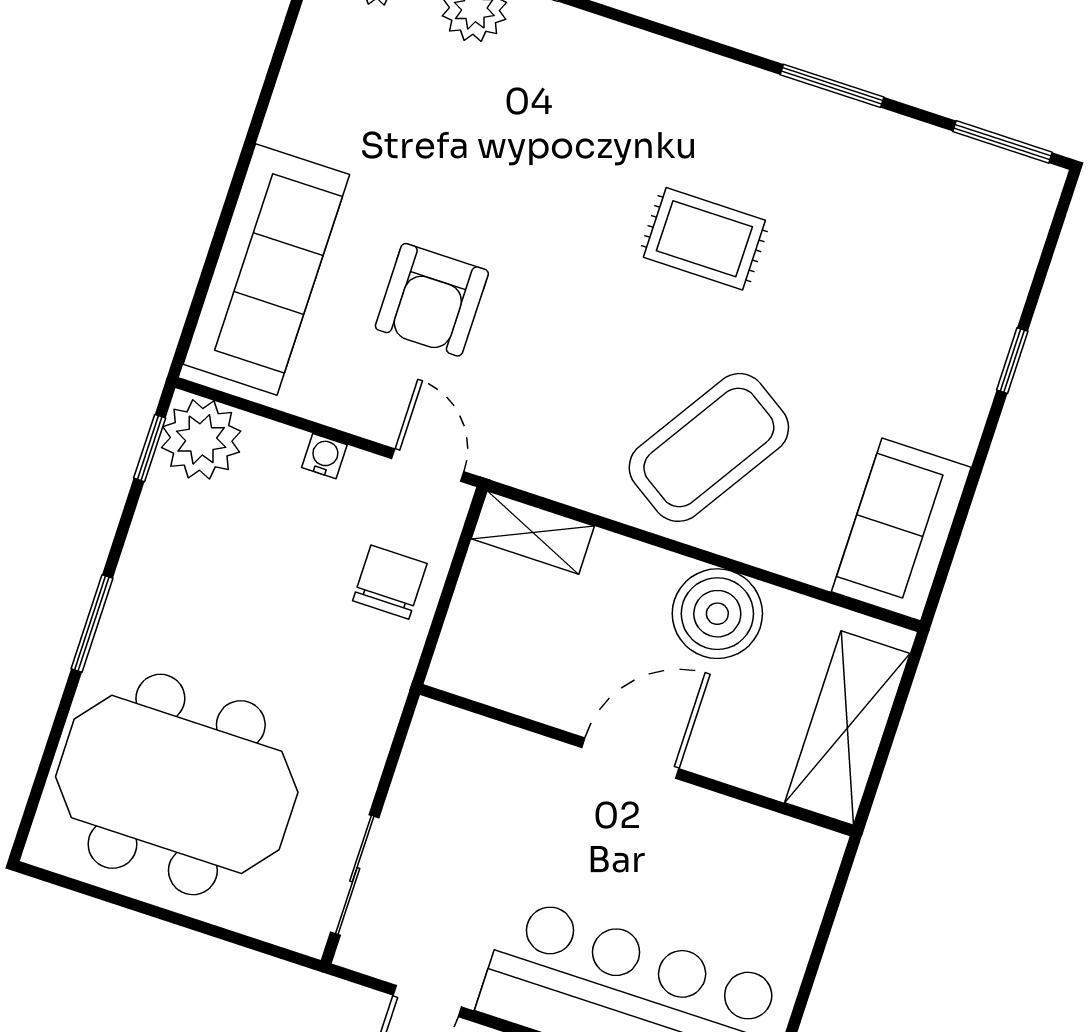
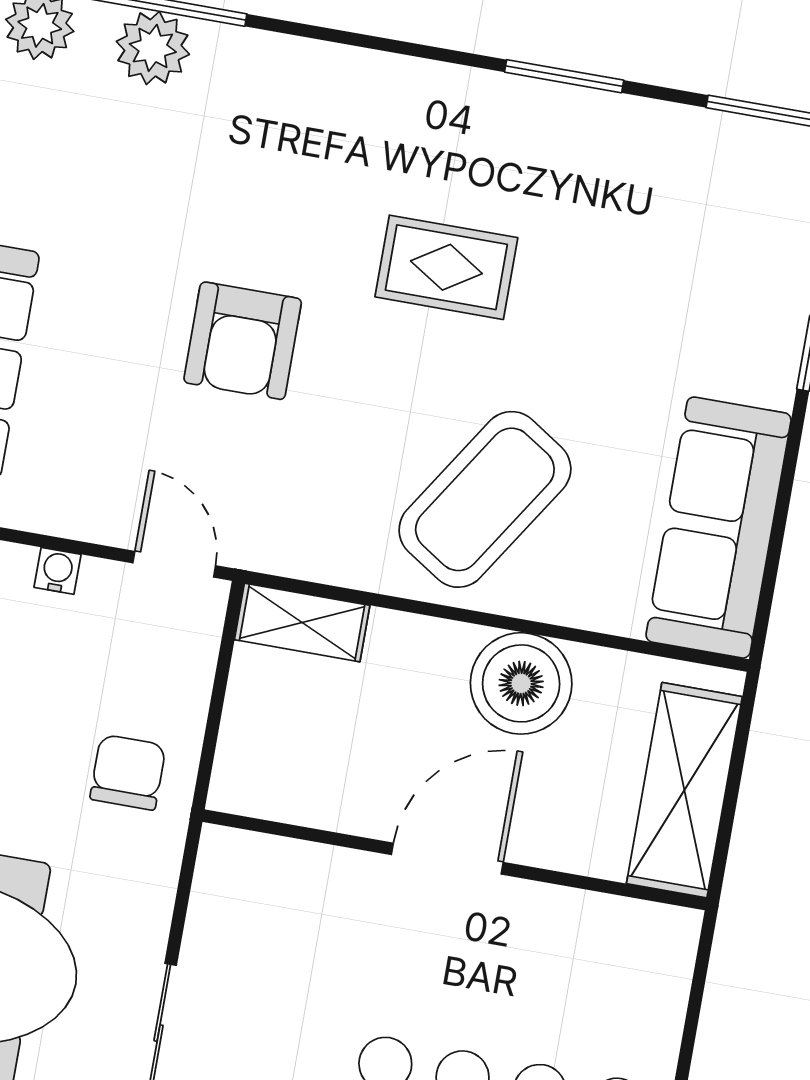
armchair: (432, 300) -> (243, 341), moved
sofa: (901, 530) -> (719, 528), width x1.36
chair: (390, 582) -> (128, 772), moved

